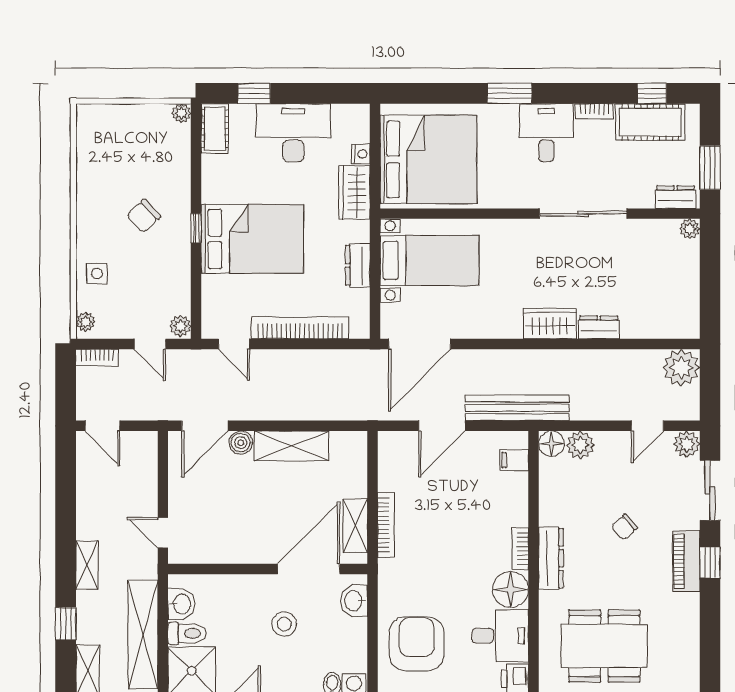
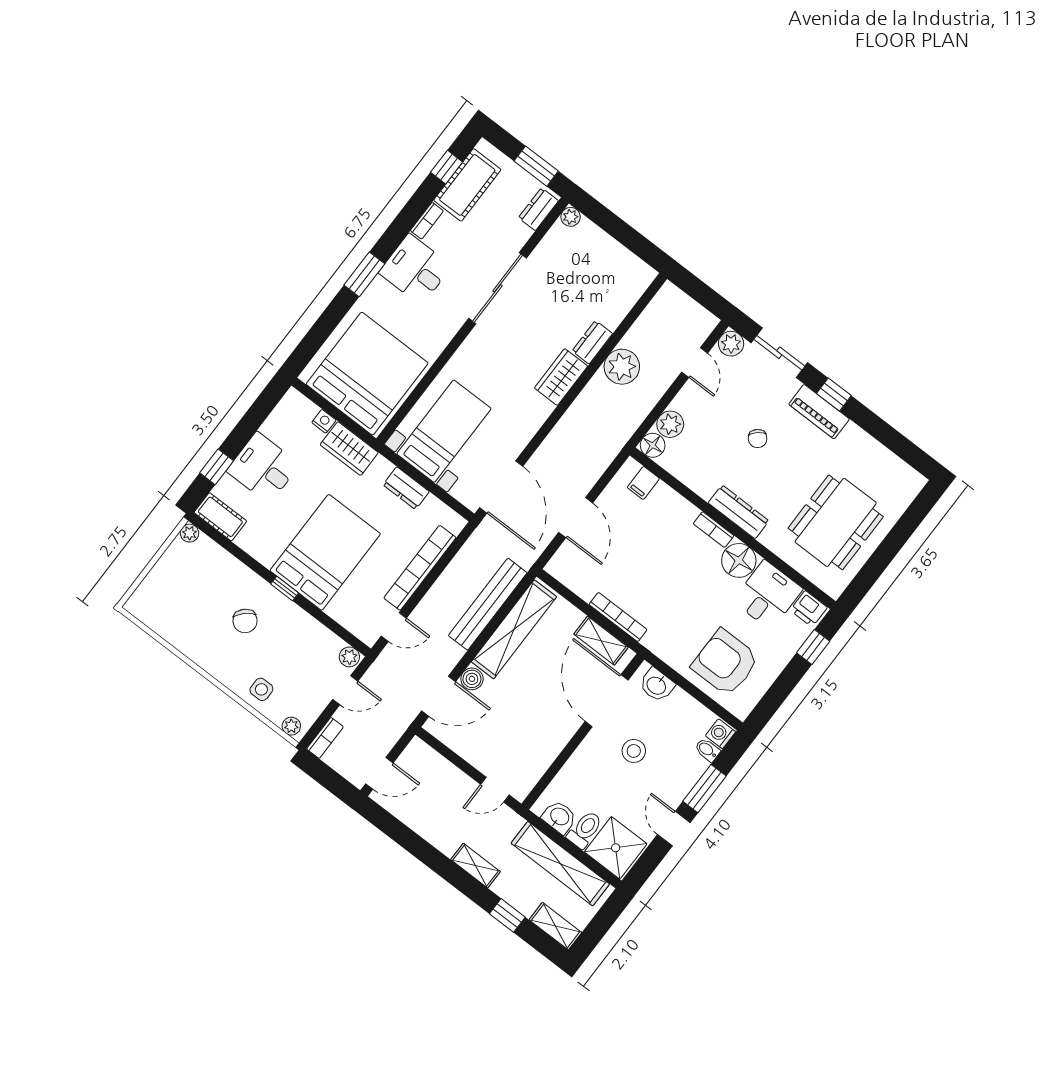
desk: (293, 133) -> (263, 468), width x0.73
plant: (681, 368) -> (622, 367), moved
bench: (517, 408) -> (488, 604), moved
door: (205, 426) -> (439, 696), hinge flipped
shelving: (292, 446) -> (514, 629), width x1.47

